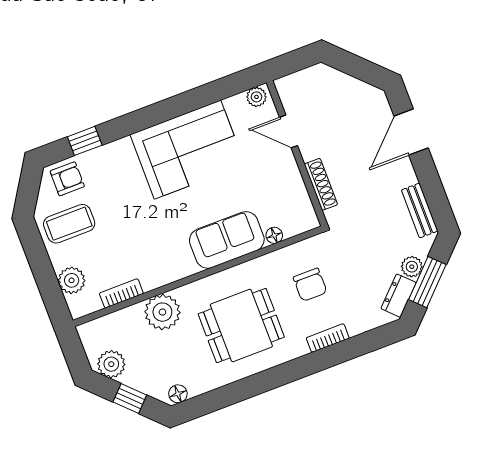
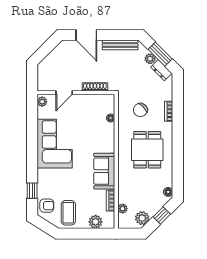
armchair: (67, 179) -> (47, 206), turned 90
bench: (420, 210) -> (120, 45), width x1.36
sofa: (227, 240) -> (104, 171), moved
chair: (310, 285) -> (140, 110), turned 135
plant: (162, 312) -> (123, 209), moved, width x0.53, depth x0.53

